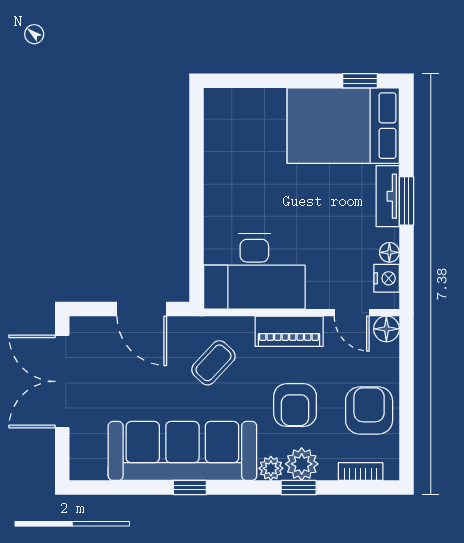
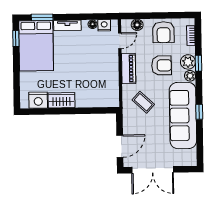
nightstand: (222, 128) -> (38, 100), added
wardrobe: (221, 180) -> (62, 100), added
window: (406, 201) -> (42, 17), moved
desk: (254, 271) -> (102, 85), removed
door: (142, 309) -> (120, 146), moved
floor lamp: (386, 329) -> (137, 25), moved
armchair: (369, 410) -> (163, 32), turned -90

